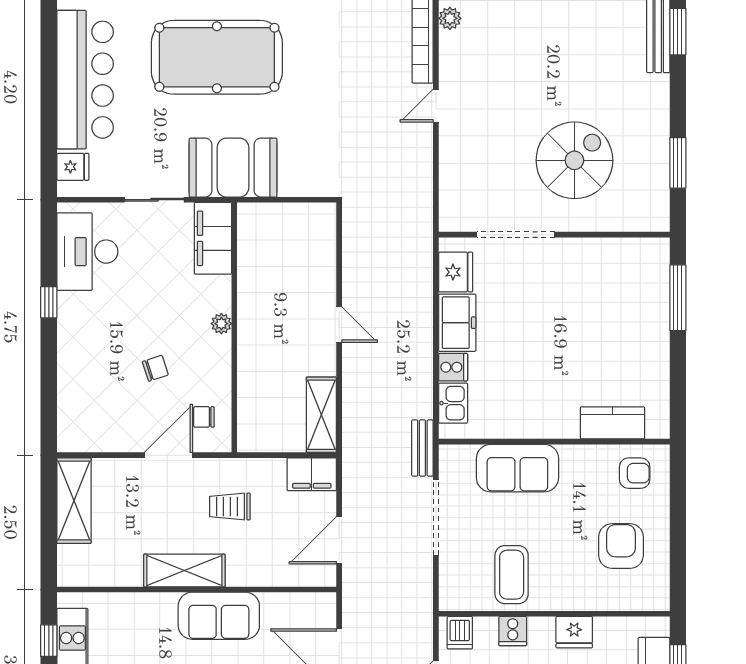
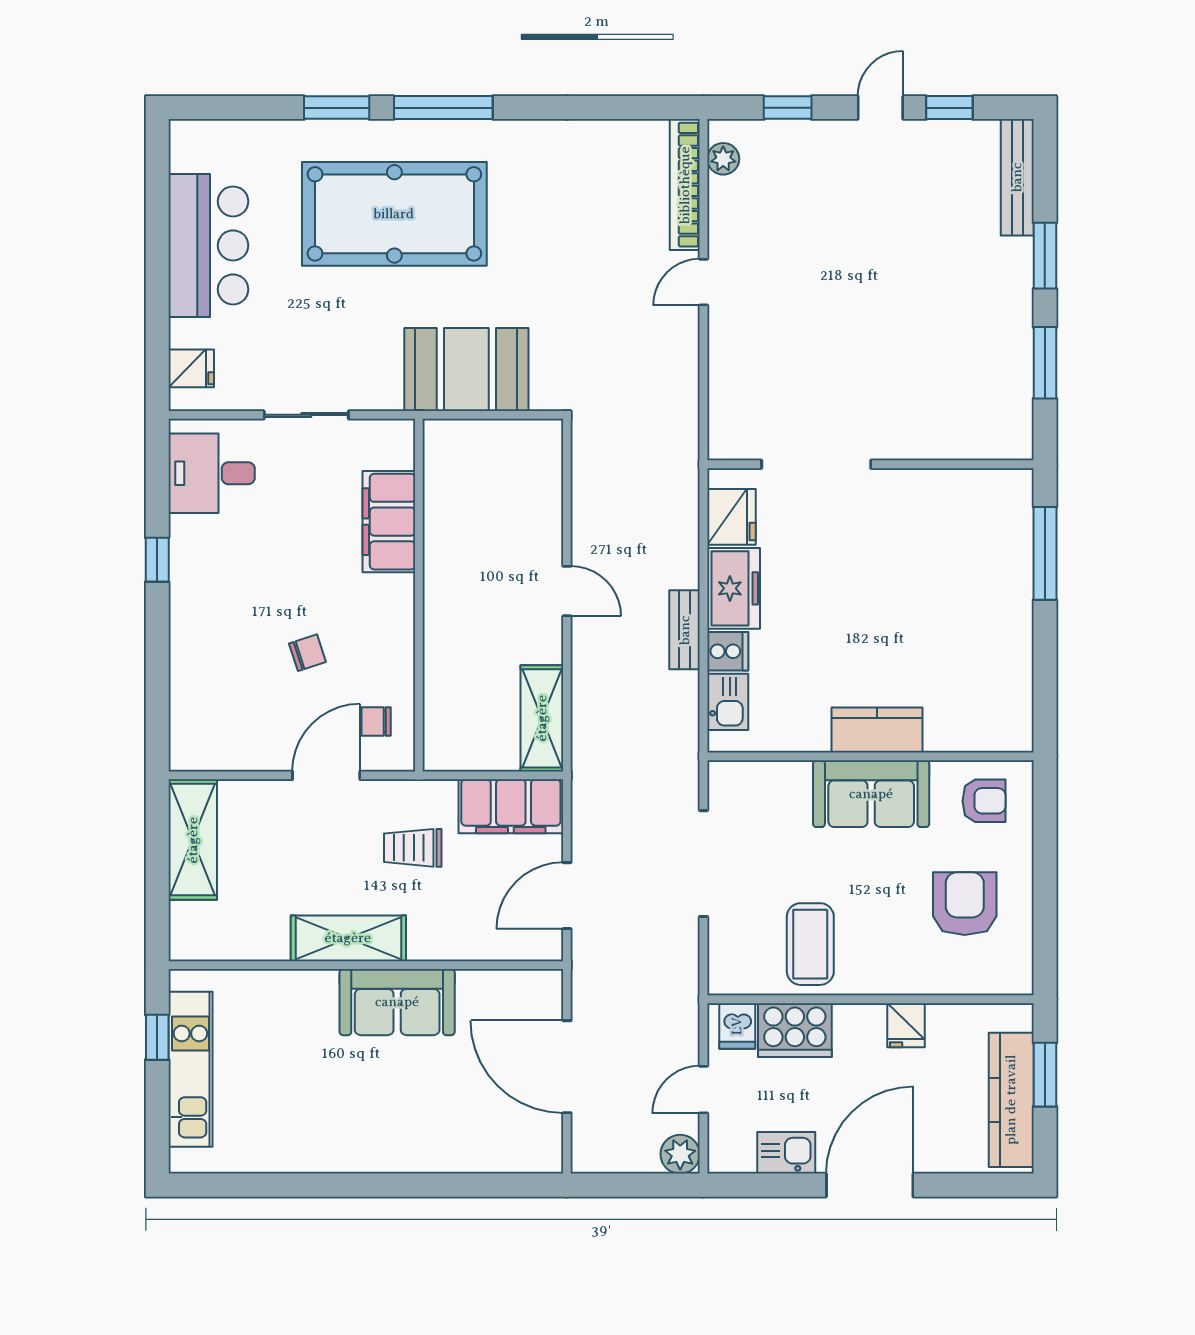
window: (678, 32) -> (1045, 256), moved
bar counter: (85, 80) -> (208, 245), width x0.73
spiral stairs: (574, 160) -> (899, 359), removed
booth: (233, 168) -> (466, 370), moved
filing cabinet: (213, 238) -> (389, 522), moved
desk: (87, 252) -> (212, 473), width x0.73
plant: (221, 324) -> (401, 590), removed
kitchen counter: (612, 423) -> (877, 730), moved
bench: (422, 448) -> (685, 630), moved
sofa: (517, 468) -> (871, 794), moved
filing cabinet: (312, 474) -> (511, 806), width x1.50, depth x1.17
cooker: (513, 631) -> (795, 1030), width x1.87, depth x1.31
fridge: (574, 632) -> (906, 1025), width x0.72

